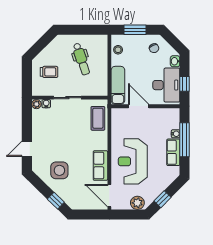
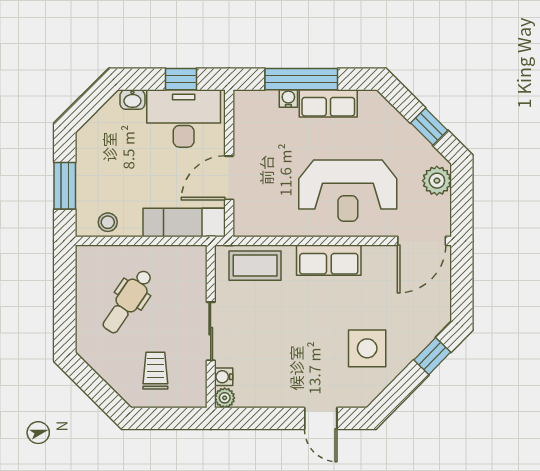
chair: (154, 48) -> (104, 145), removed
dental chair: (81, 59) -> (128, 301), turned 142
row of seats: (100, 166) -> (329, 260), moved

